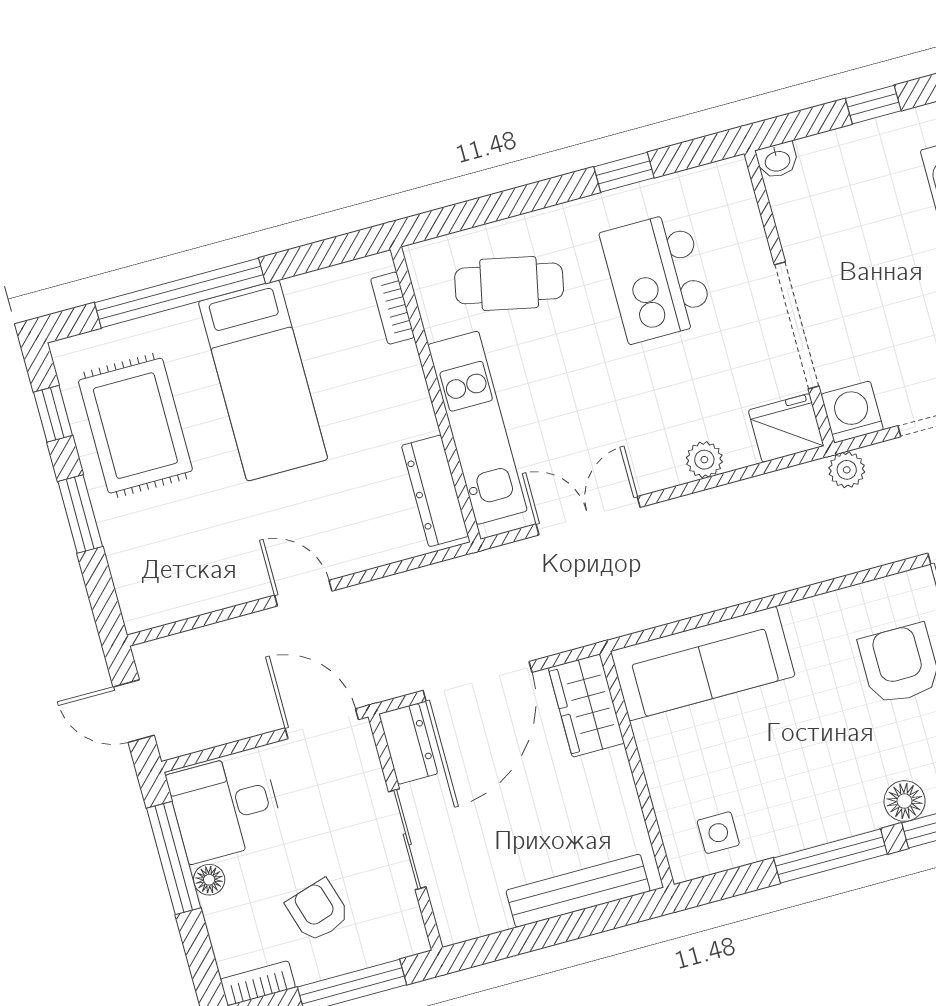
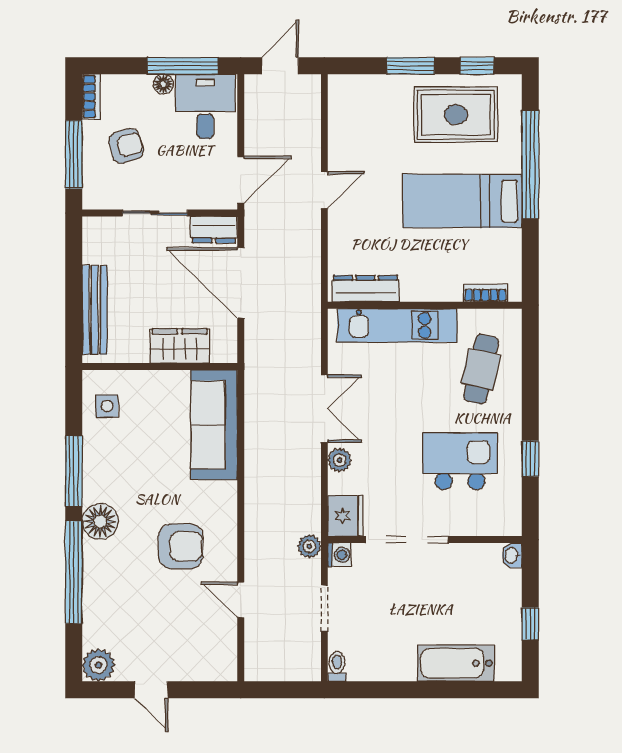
washing machine: (852, 412) -> (340, 555), width x0.73, depth x0.73
double door: (588, 516) -> (324, 409), moved
wardrobe: (586, 706) -> (180, 346), moved
floor lamp: (905, 801) -> (100, 521), width x1.38, depth x1.38

